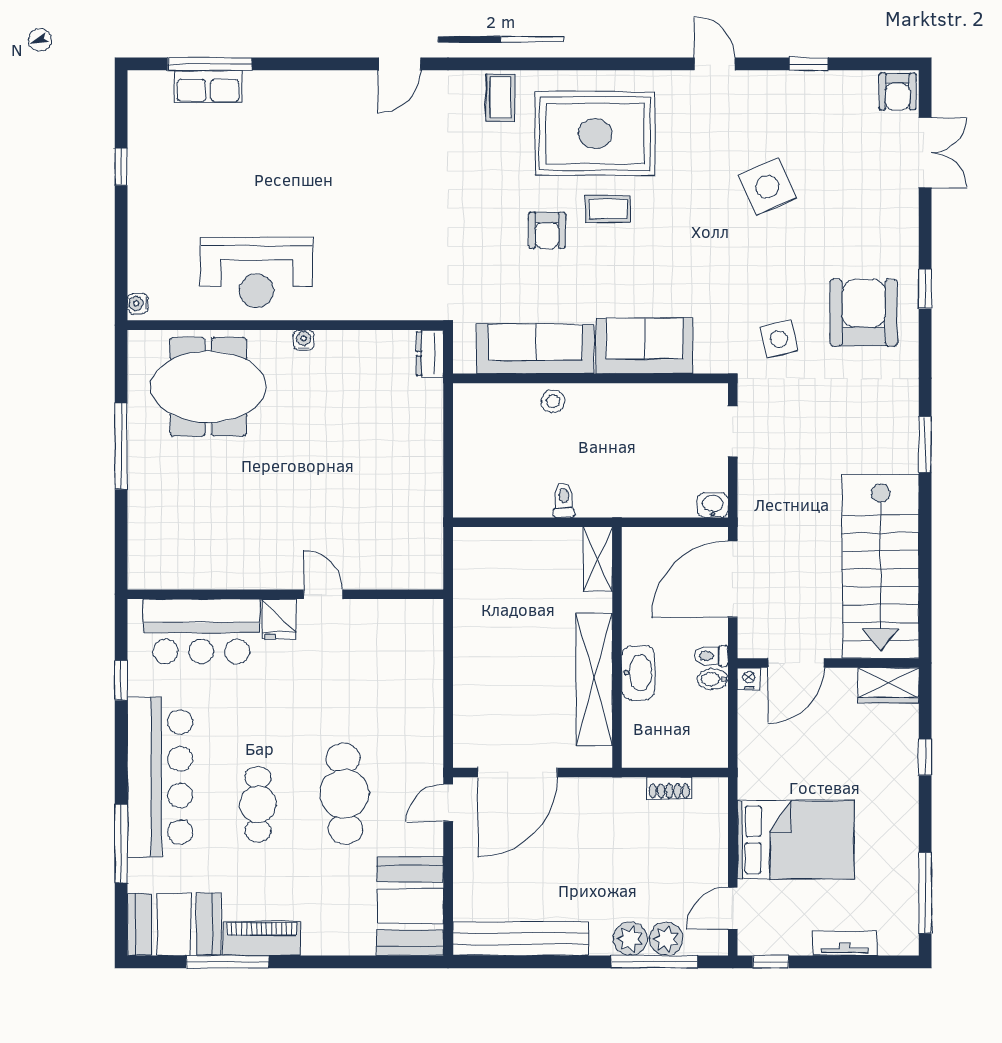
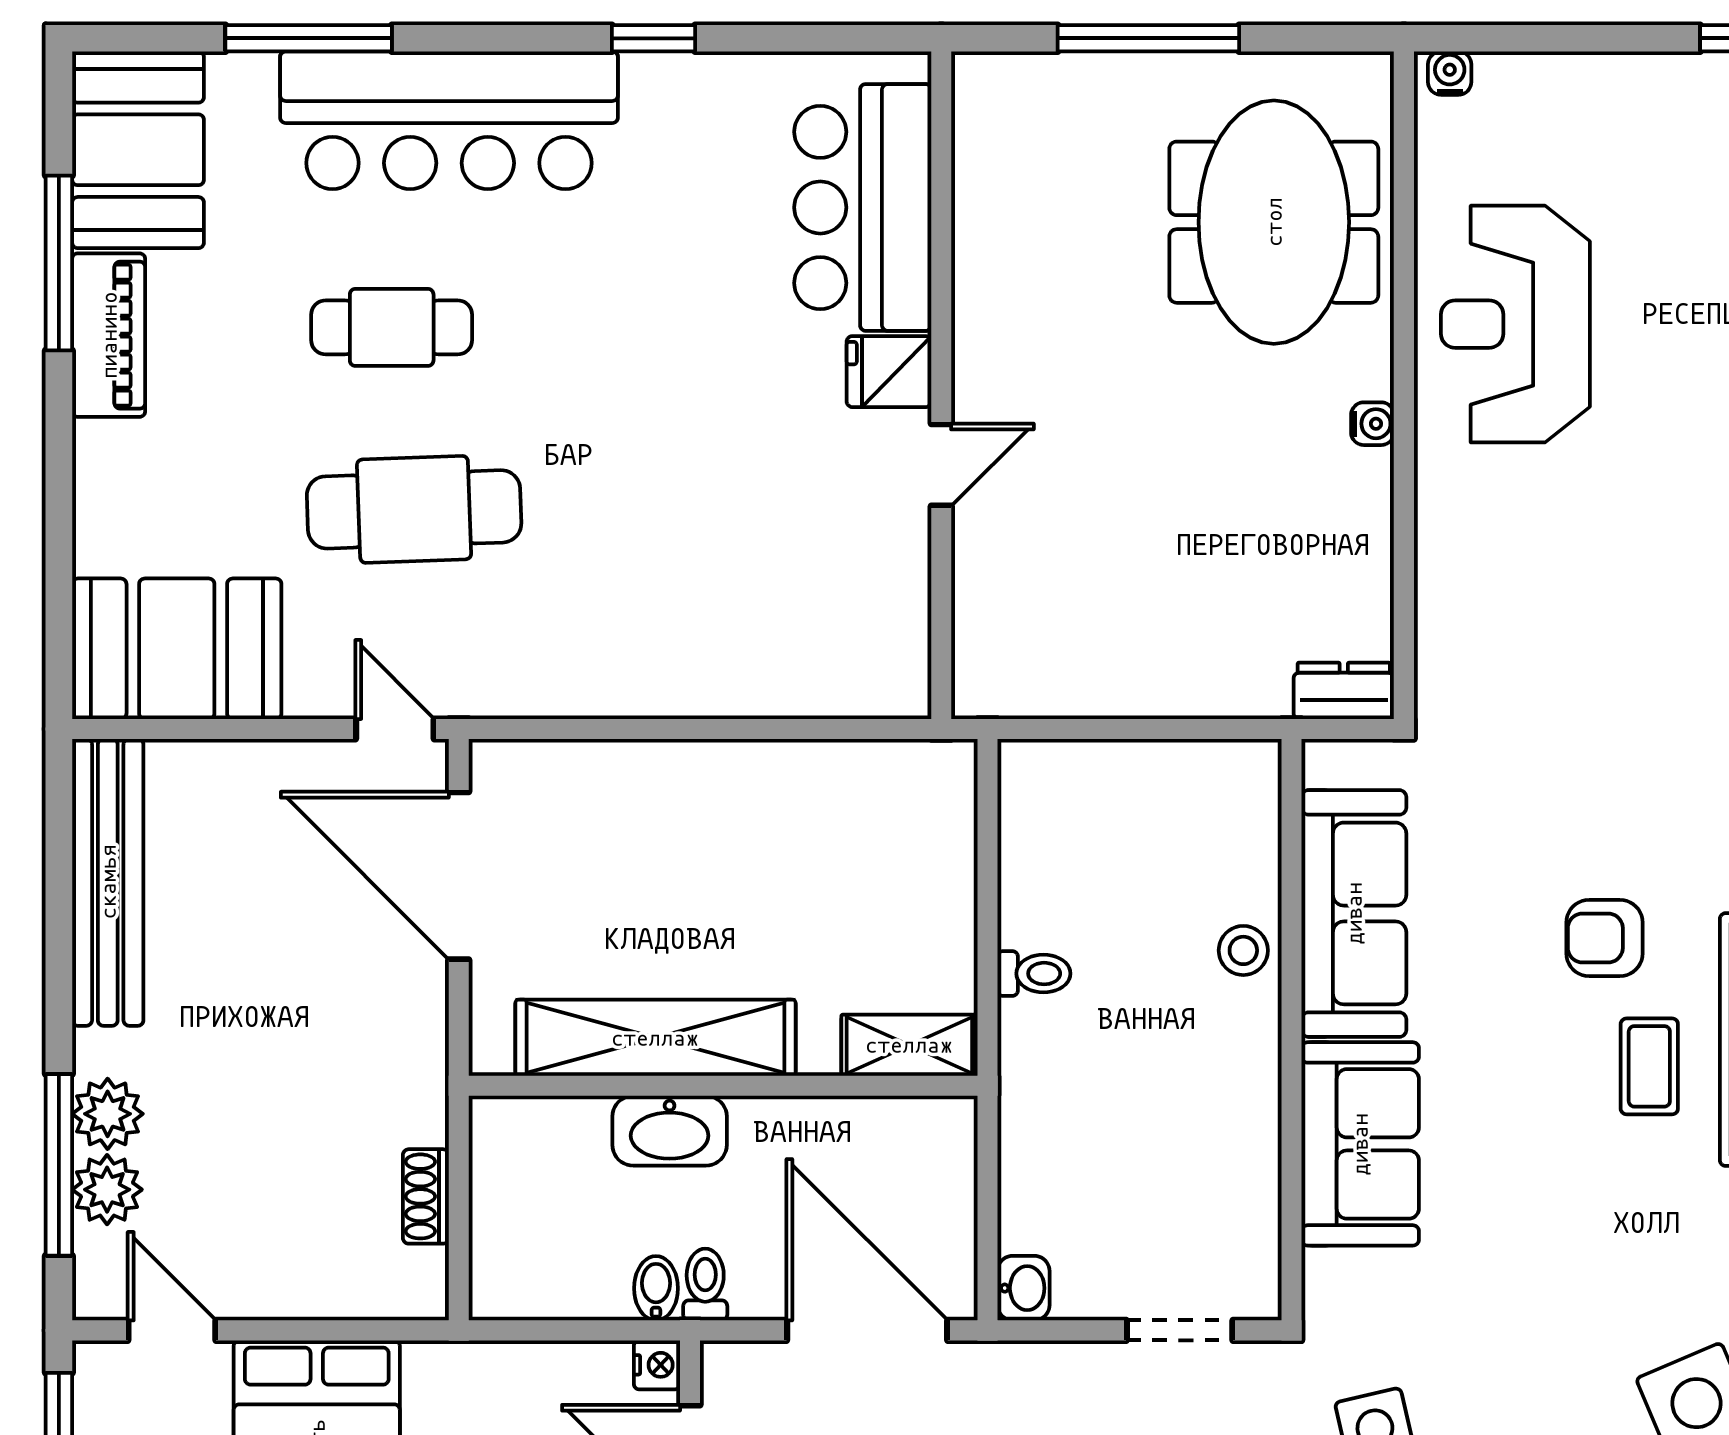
wall: (285, 594) -> (941, 385), moved
door: (323, 594) -> (941, 465), moved
fridge: (279, 619) -> (889, 372), moved
bar counter: (201, 631) -> (863, 207), moved

